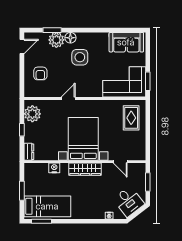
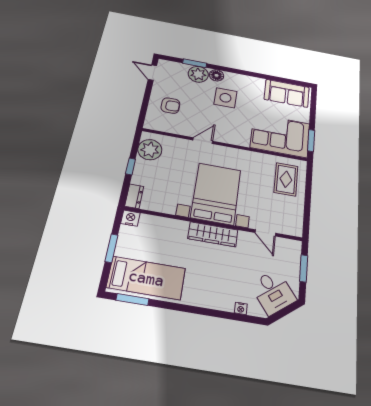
door: (22, 47) -> (152, 73), swing flipped
armchair: (40, 73) -> (170, 106), turned -90
nightstand: (54, 168) -> (130, 218), moved

